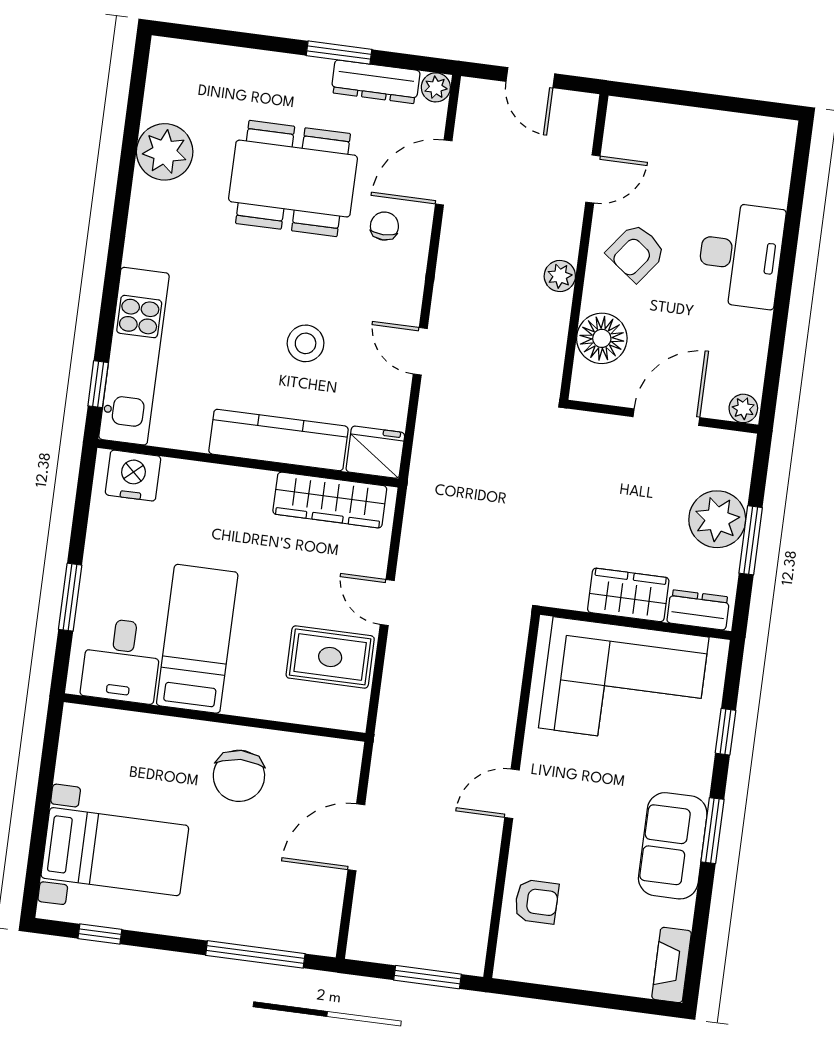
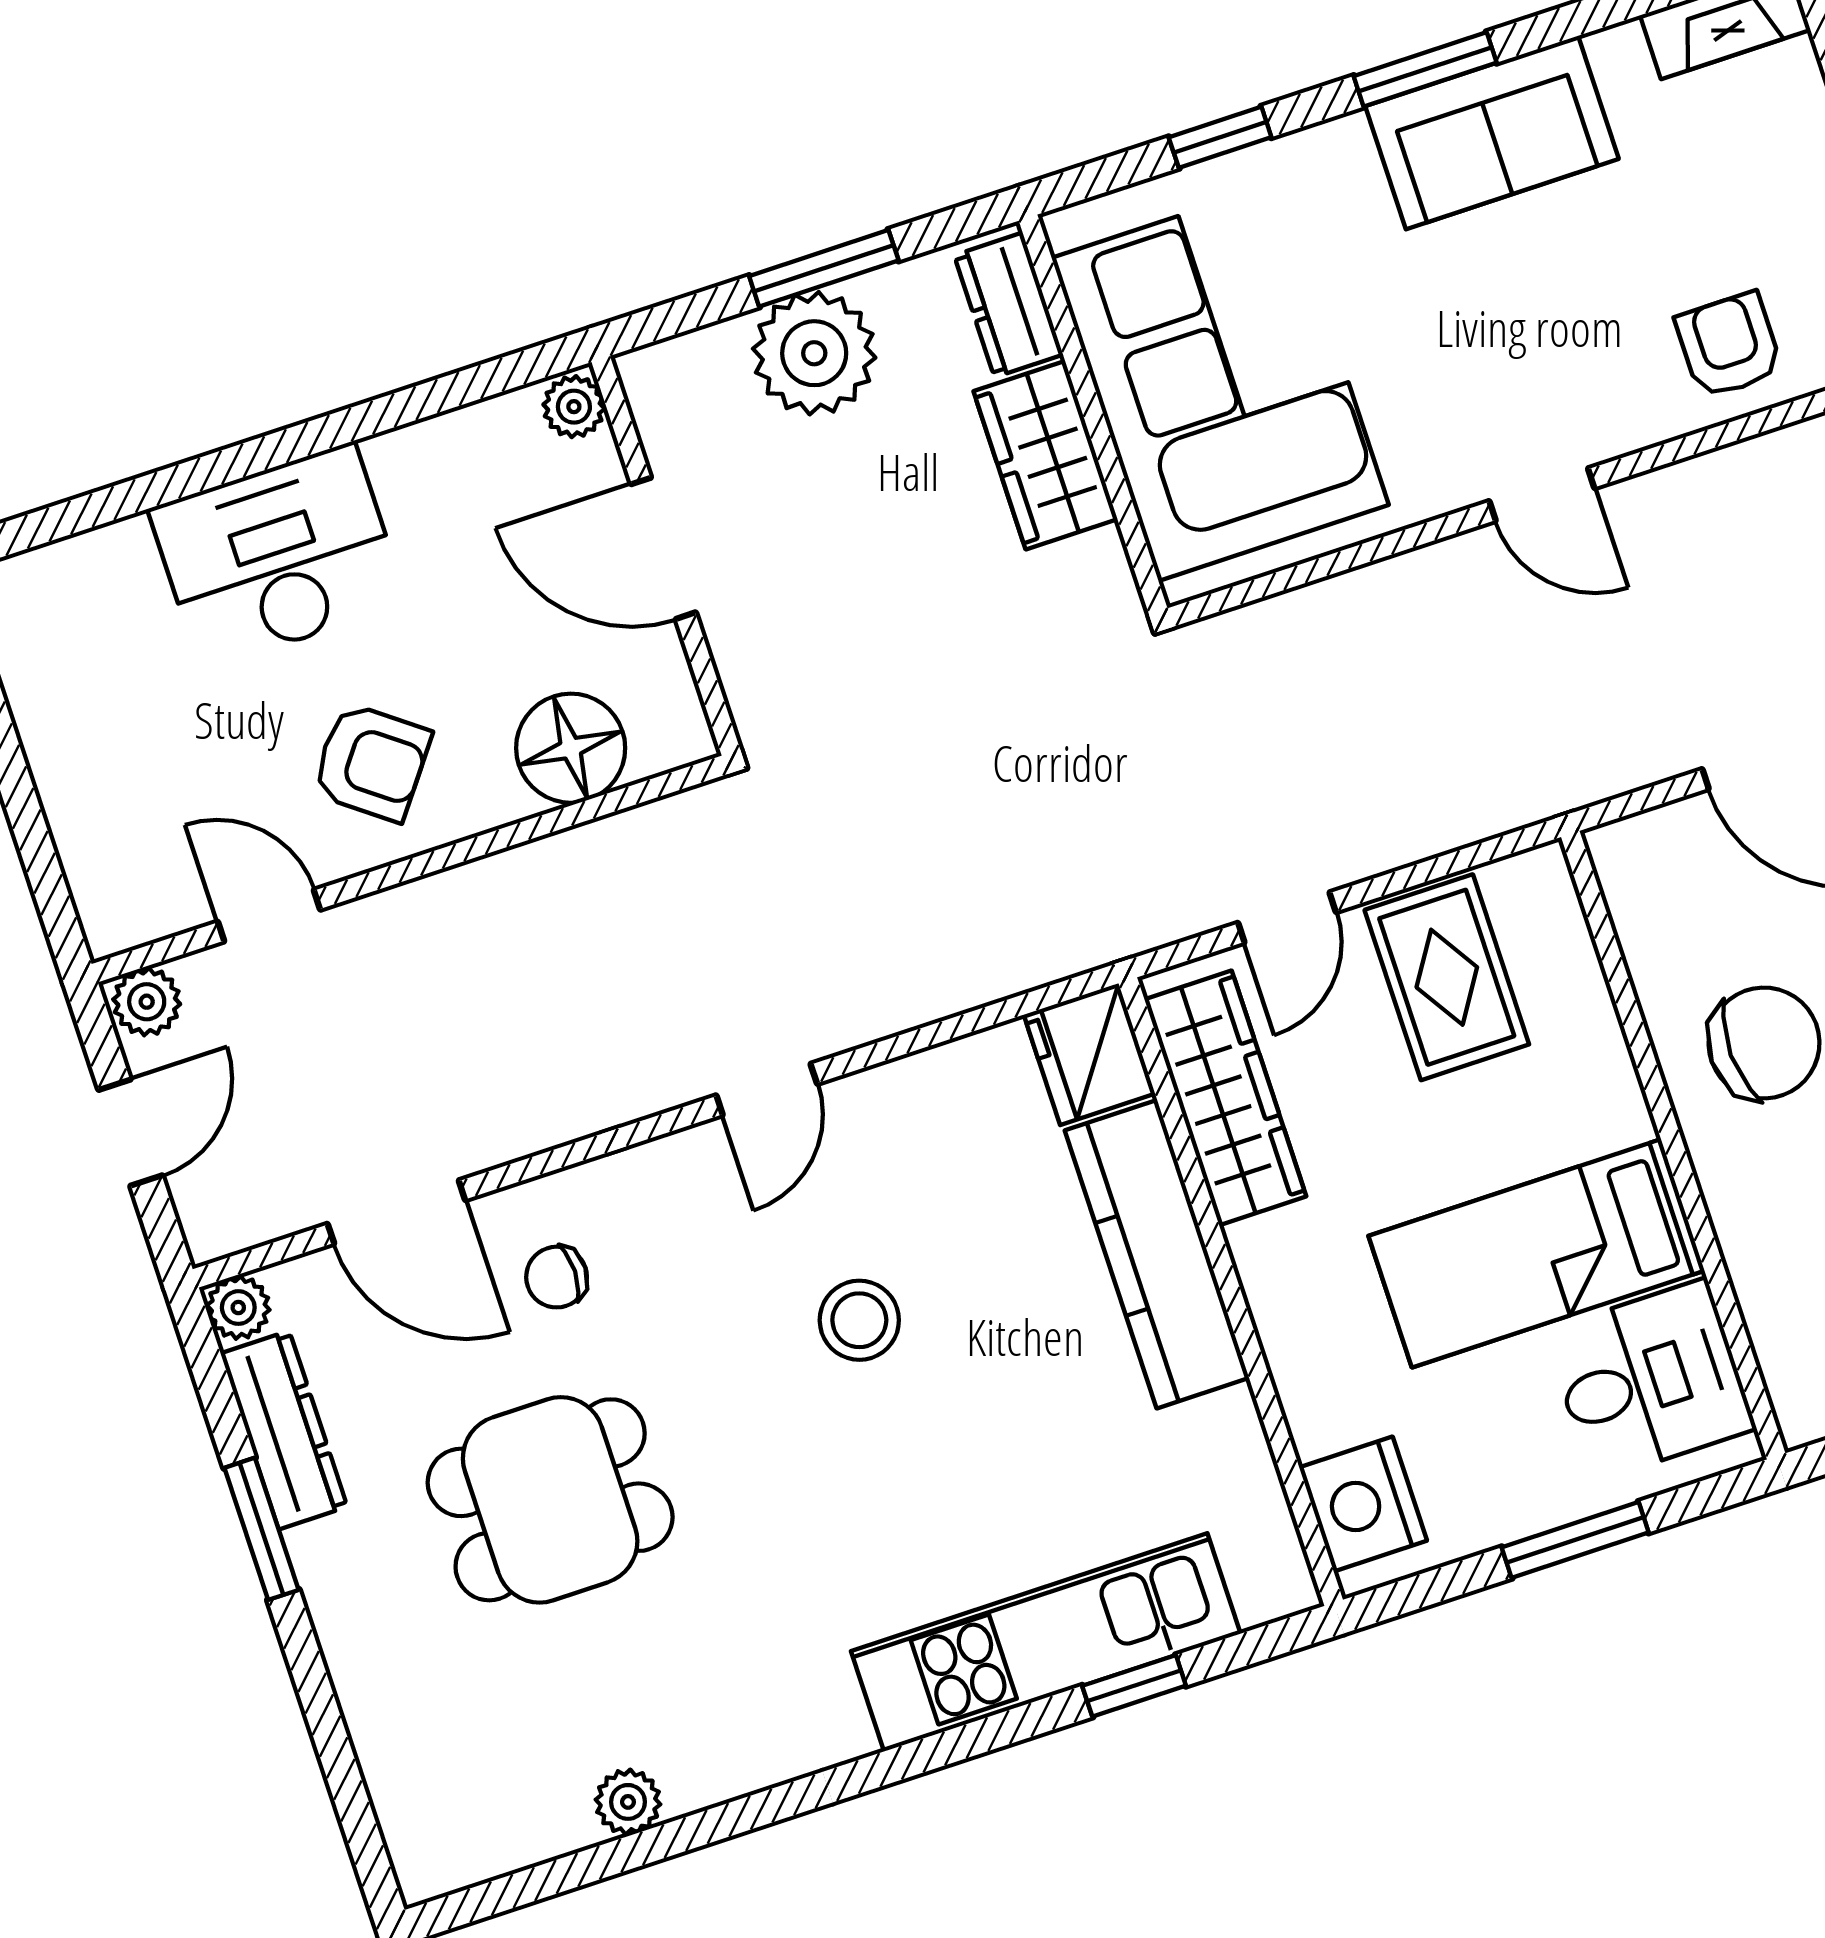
plant: (165, 152) -> (628, 1802), width x0.53, depth x0.53
dining table: (293, 179) -> (550, 1500), width x0.73
plant: (560, 276) -> (147, 1002), moved
kitchen counter: (279, 440) -> (1157, 1254), moved
fridge: (375, 452) -> (1089, 1054), moved
wall: (248, 463) -> (1231, 1292), moved
nightstand: (133, 476) -> (1363, 1504), moved
wardrobe: (330, 500) -> (1225, 1098), moved

